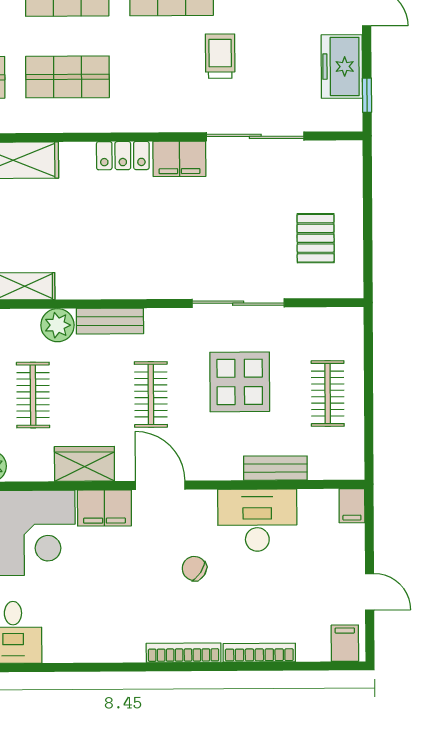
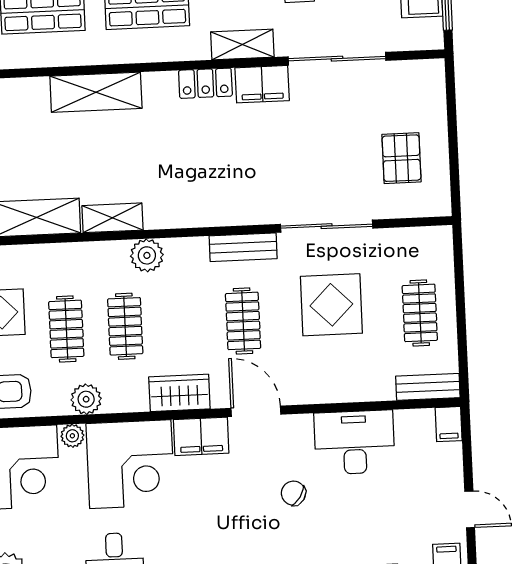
shelving: (161, 118) -> (242, 44), added
bench: (110, 321) -> (243, 247), moved
bench: (275, 468) -> (428, 387), moved

